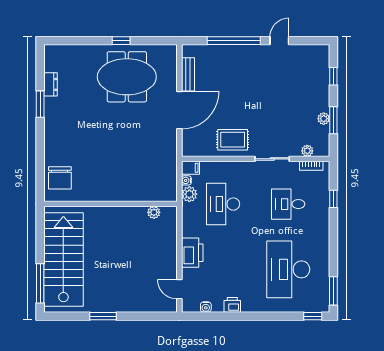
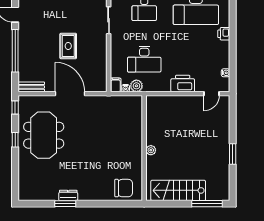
window: (162, 41) -> (15, 108), added
bench: (188, 74) -> (31, 87), moved
dresser: (51, 84) -> (68, 195), moved
rug: (233, 140) -> (68, 46), moved
plant: (154, 212) -> (151, 150), moved
stairs: (63, 260) -> (178, 190), width x0.73, depth x0.66
printer: (232, 305) -> (224, 34), moved

